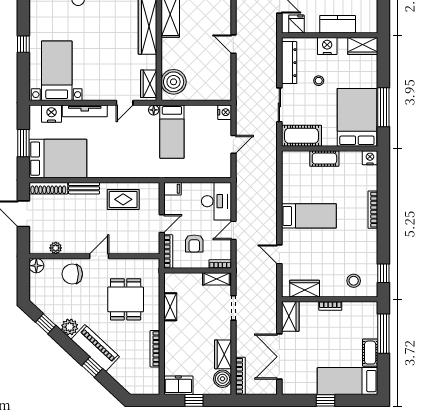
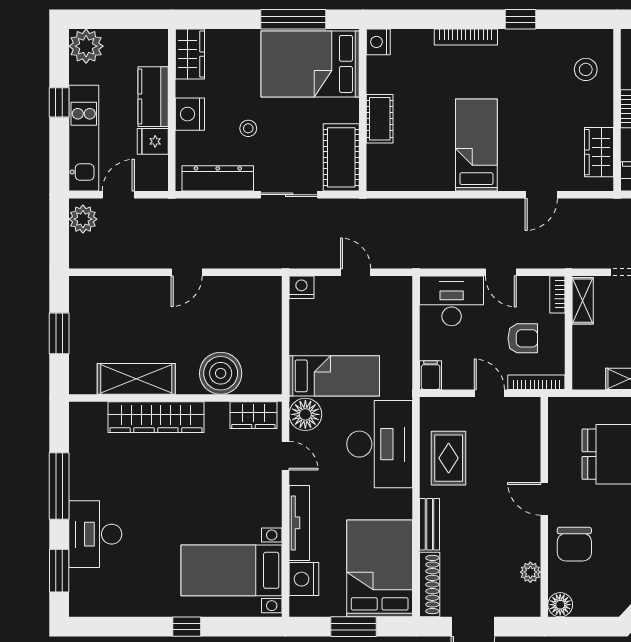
fridge: (296, 24) -> (153, 141), moved
boiler: (174, 82) -> (221, 373), moved
floor lamp: (154, 110) -> (305, 414), width x1.89, depth x1.89
desk: (132, 159) -> (380, 444), added
window: (383, 273) -> (520, 19), moved

